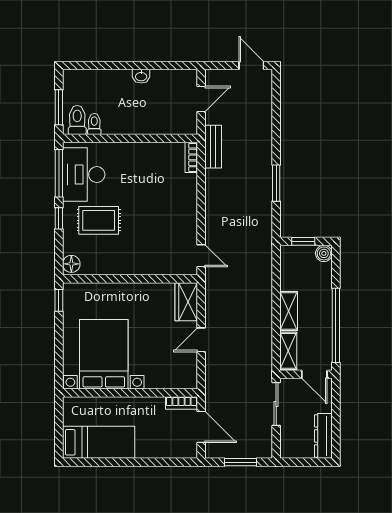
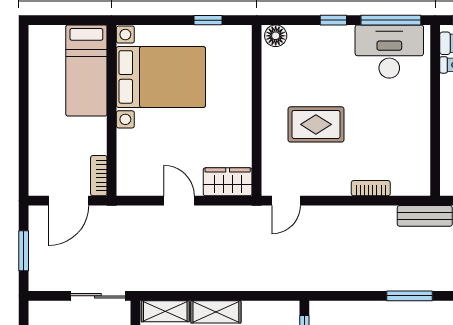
bookcase: (191, 157) -> (371, 188), moved
window: (276, 183) -> (409, 296), moved
rug: (99, 220) -> (316, 124), moved, turned 90
window: (59, 300) -> (208, 20), moved
bed: (99, 442) -> (86, 70), moved

